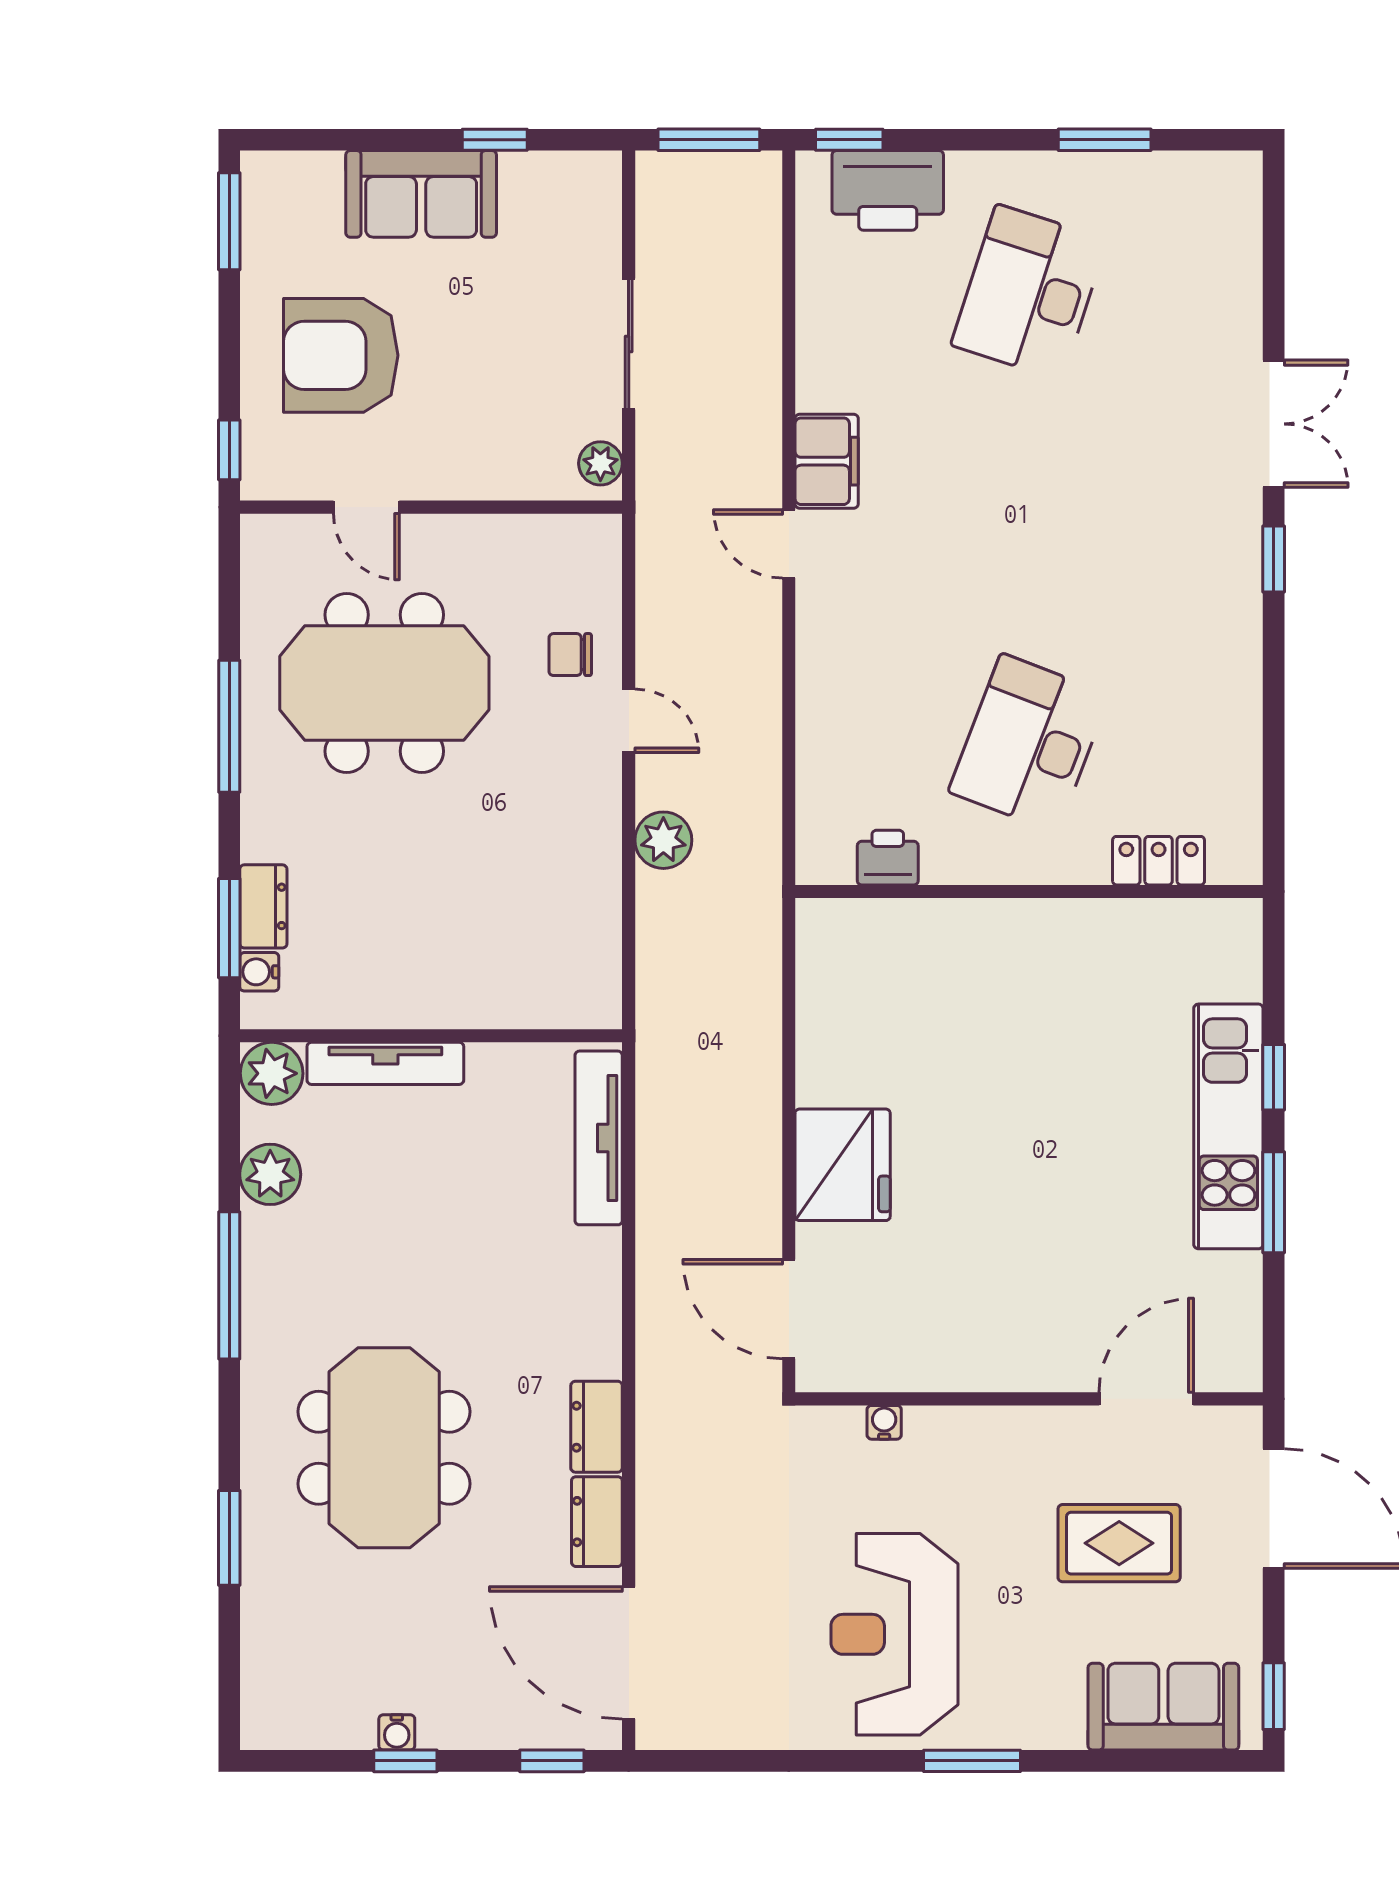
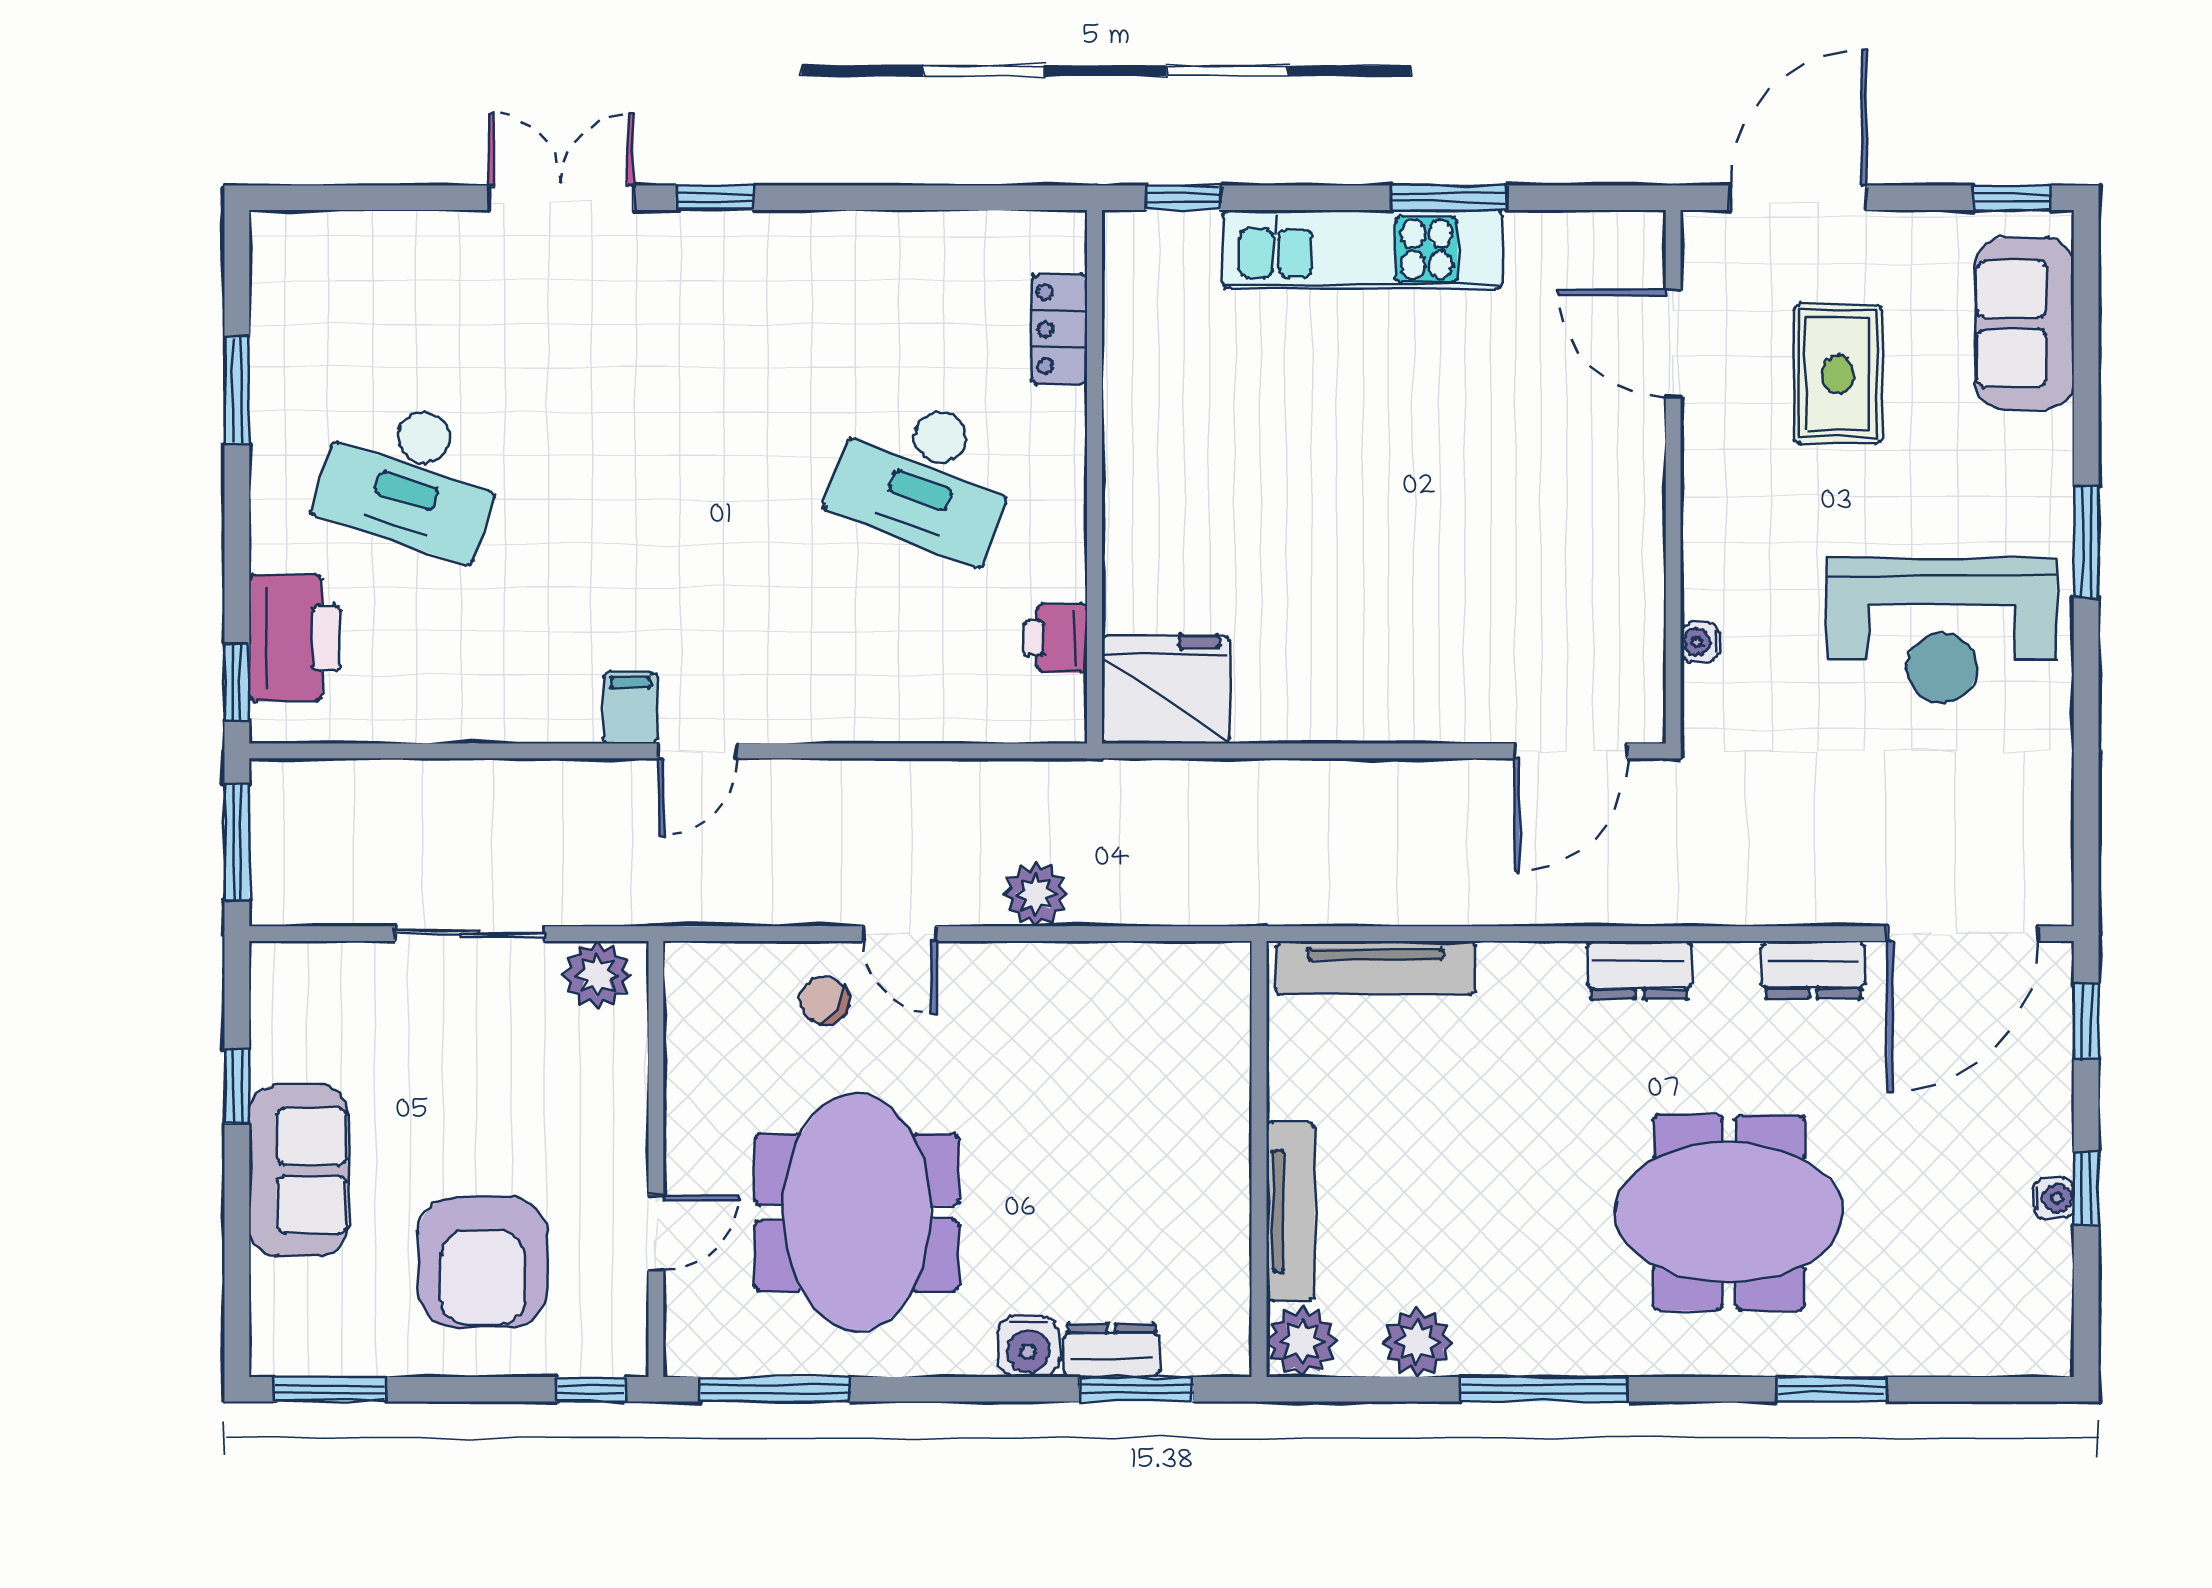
filing cabinet: (827, 461) -> (630, 708), width x0.50
plant: (600, 463) -> (597, 975), width x1.38, depth x1.38
chair: (570, 655) -> (824, 1000), turned 121
door: (629, 721) -> (900, 934), swing flipped
window: (229, 726) -> (775, 1389), moved
water cooler: (259, 972) -> (1028, 1346), moved, width x1.38, depth x1.38
window: (1274, 1077) -> (1183, 198), moved
fridge: (843, 1165) -> (1166, 689), moved
dresser: (597, 1427) -> (1639, 970), moved

